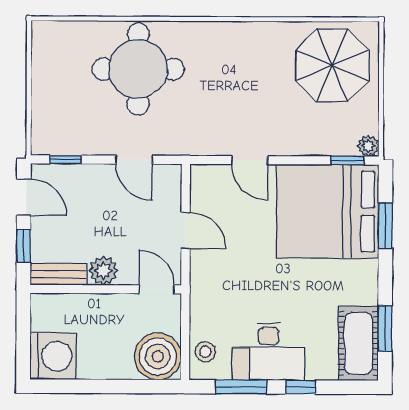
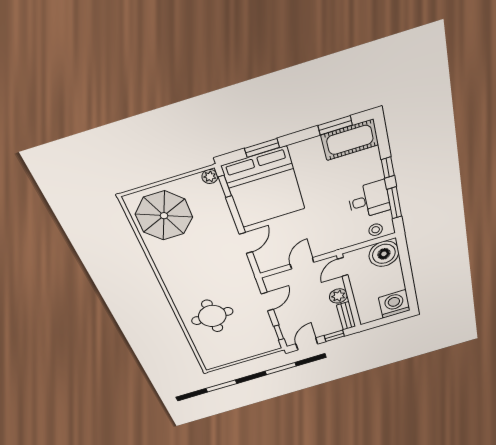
round table: (138, 69) -> (212, 316), width x0.73, depth x0.73
desk: (268, 352) -> (369, 200), width x0.73

